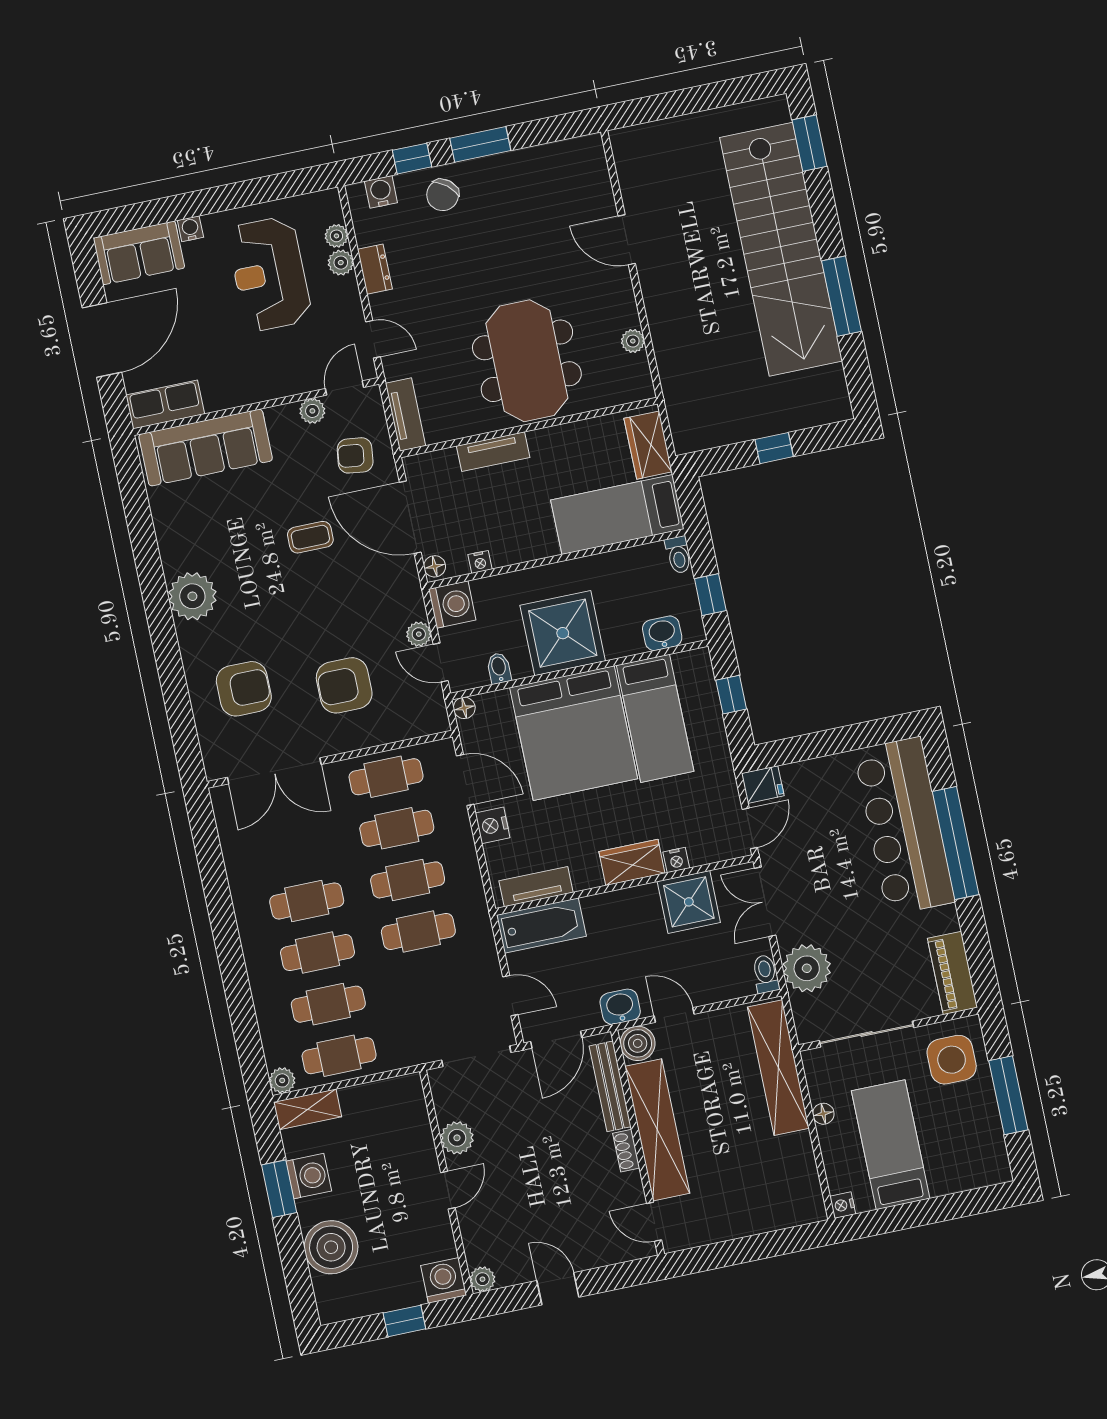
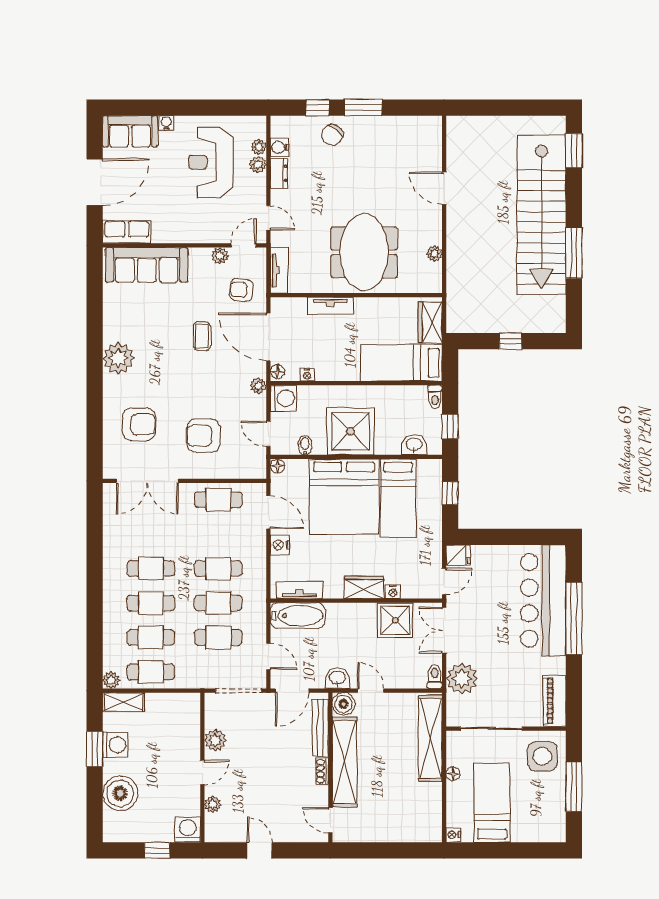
water cooler: (381, 192) -> (280, 147), moved, turned -90
coffee table: (310, 537) -> (202, 336), turned 90
plant: (419, 634) -> (258, 386), moved
cafe table: (397, 828) -> (218, 637), moved
plant: (482, 1279) -> (213, 804), moved

